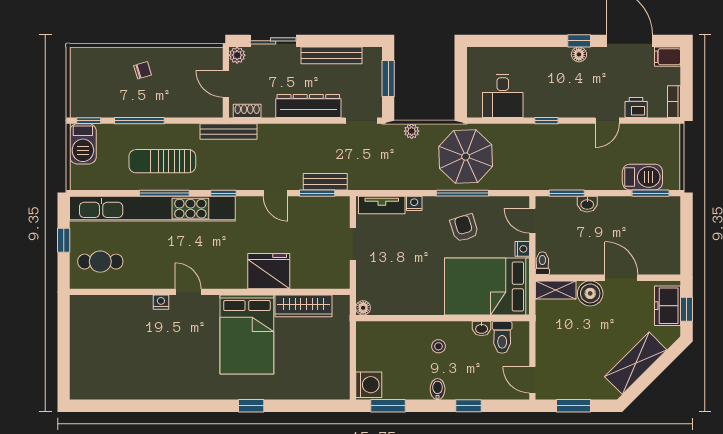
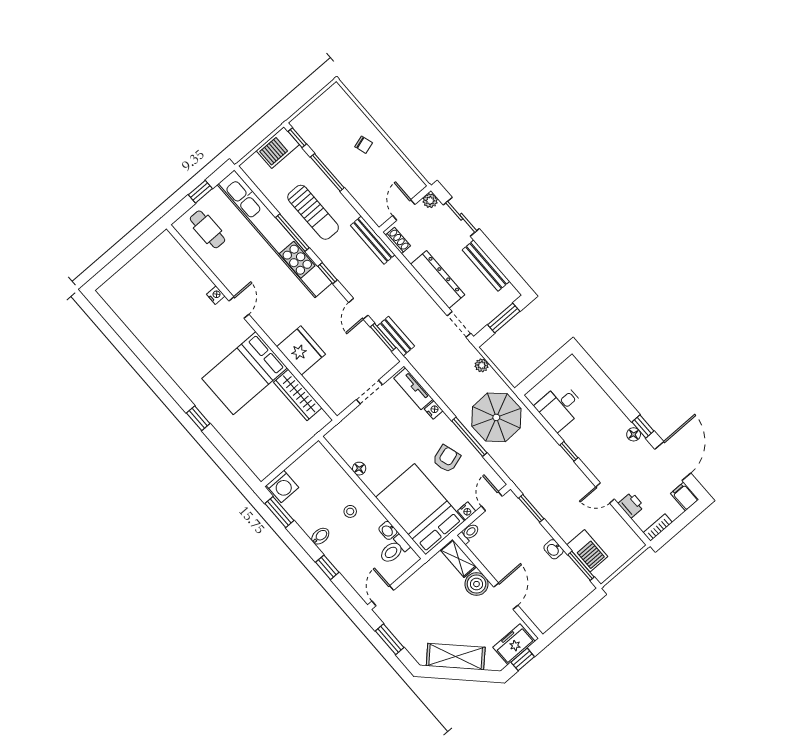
sun lounger: (162, 161) -> (313, 212), turned 180
washbasin: (587, 204) -> (554, 549), moved
floor lamp: (363, 308) -> (359, 469), moved

